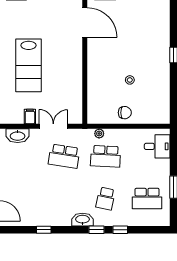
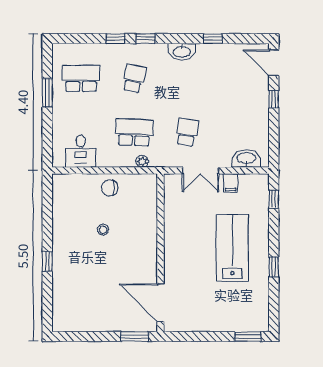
desk: (157, 146) -> (81, 151), moved, turned -90
school desk: (64, 156) -> (187, 132), width x0.54
washbasin: (82, 220) -> (182, 52), moved

